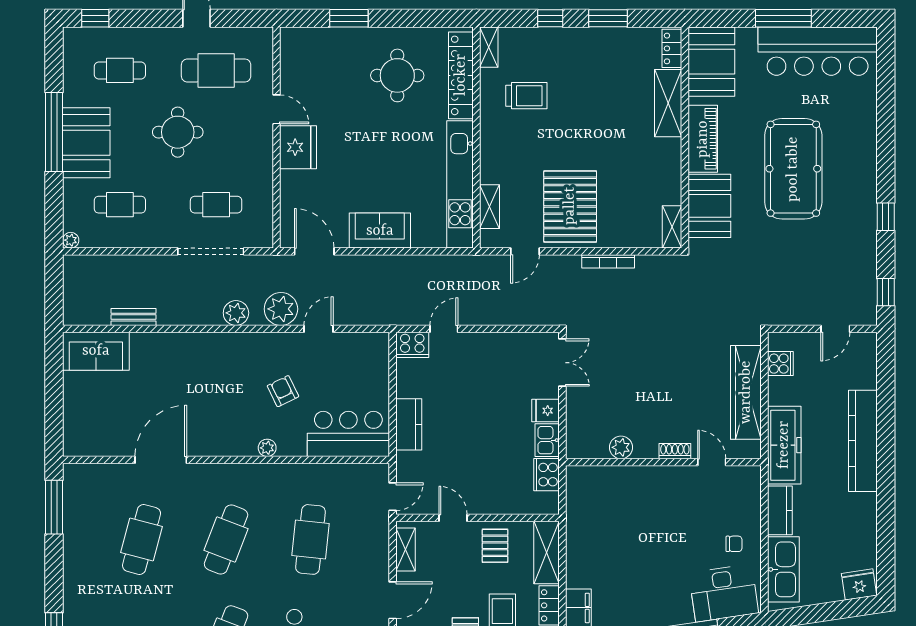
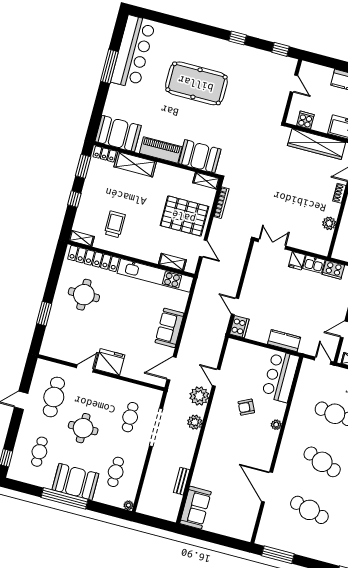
locker: (672, 48) -> (105, 154), moved
booth: (711, 62) -> (118, 133), moved
shelving: (668, 103) -> (135, 164), moved
wall: (685, 138) -> (157, 160), moved
piano: (703, 139) -> (161, 150), moved
booth: (709, 206) -> (200, 156), moved
shelving: (672, 227) -> (206, 181), moved

